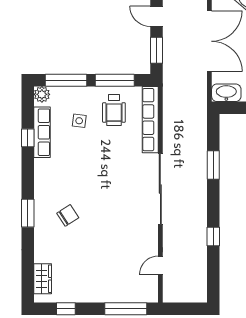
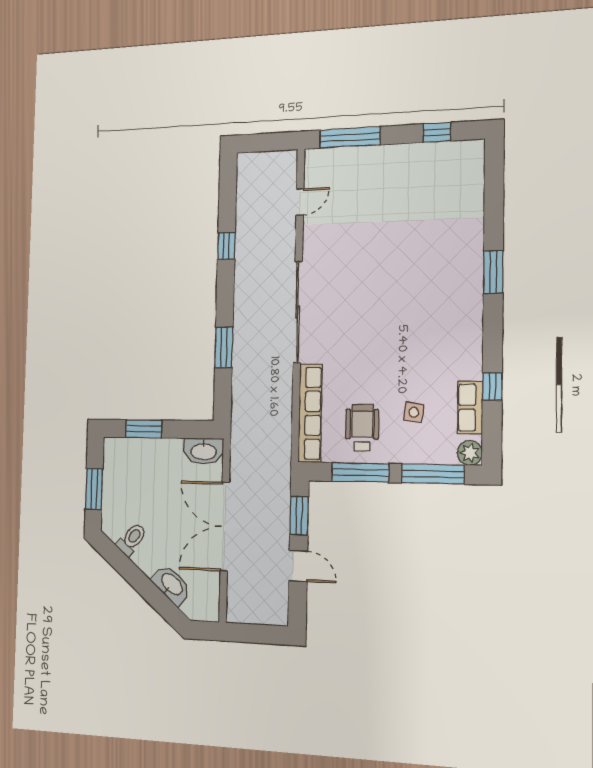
row of seats: (42, 132) -> (470, 408), width x0.68
chair: (68, 215) -> (433, 270), removed
wardrobe: (43, 279) -> (471, 175), removed

